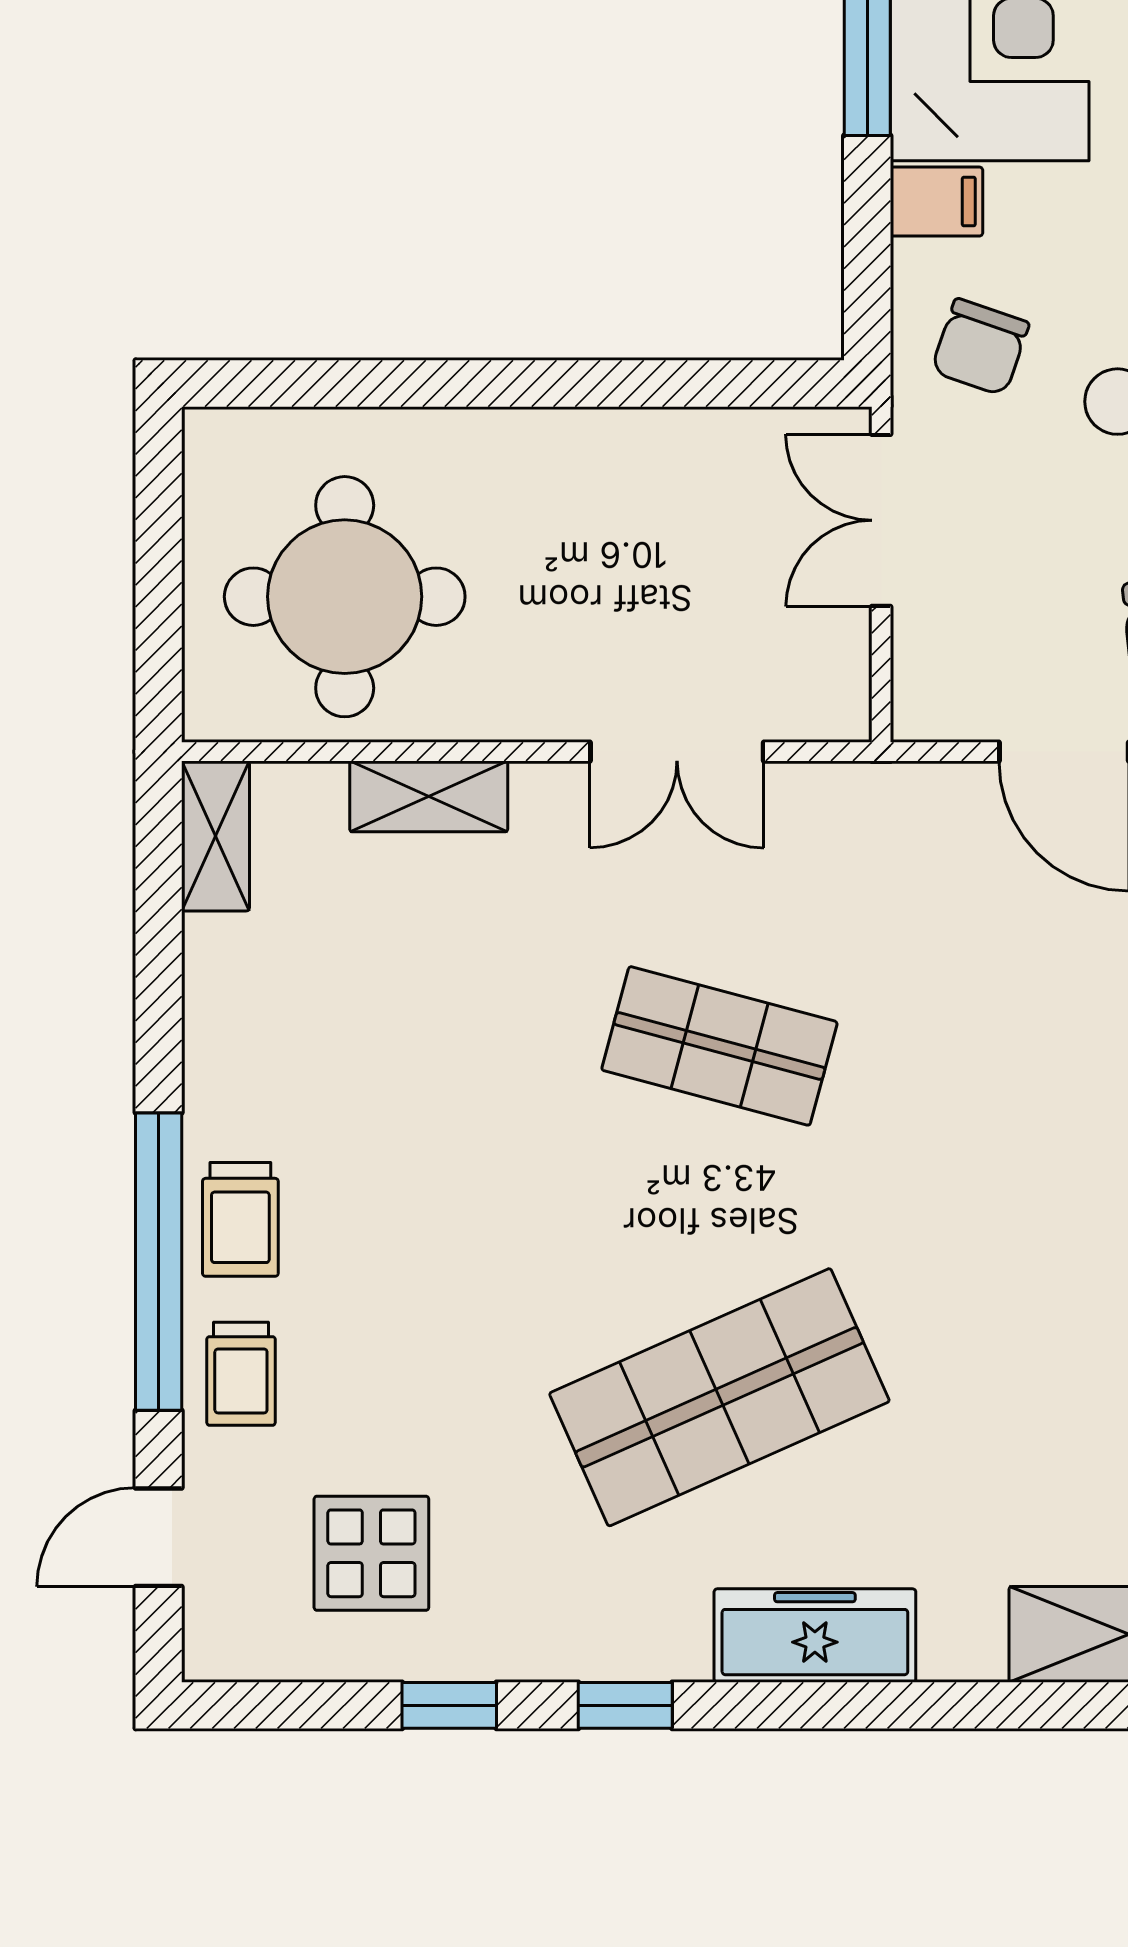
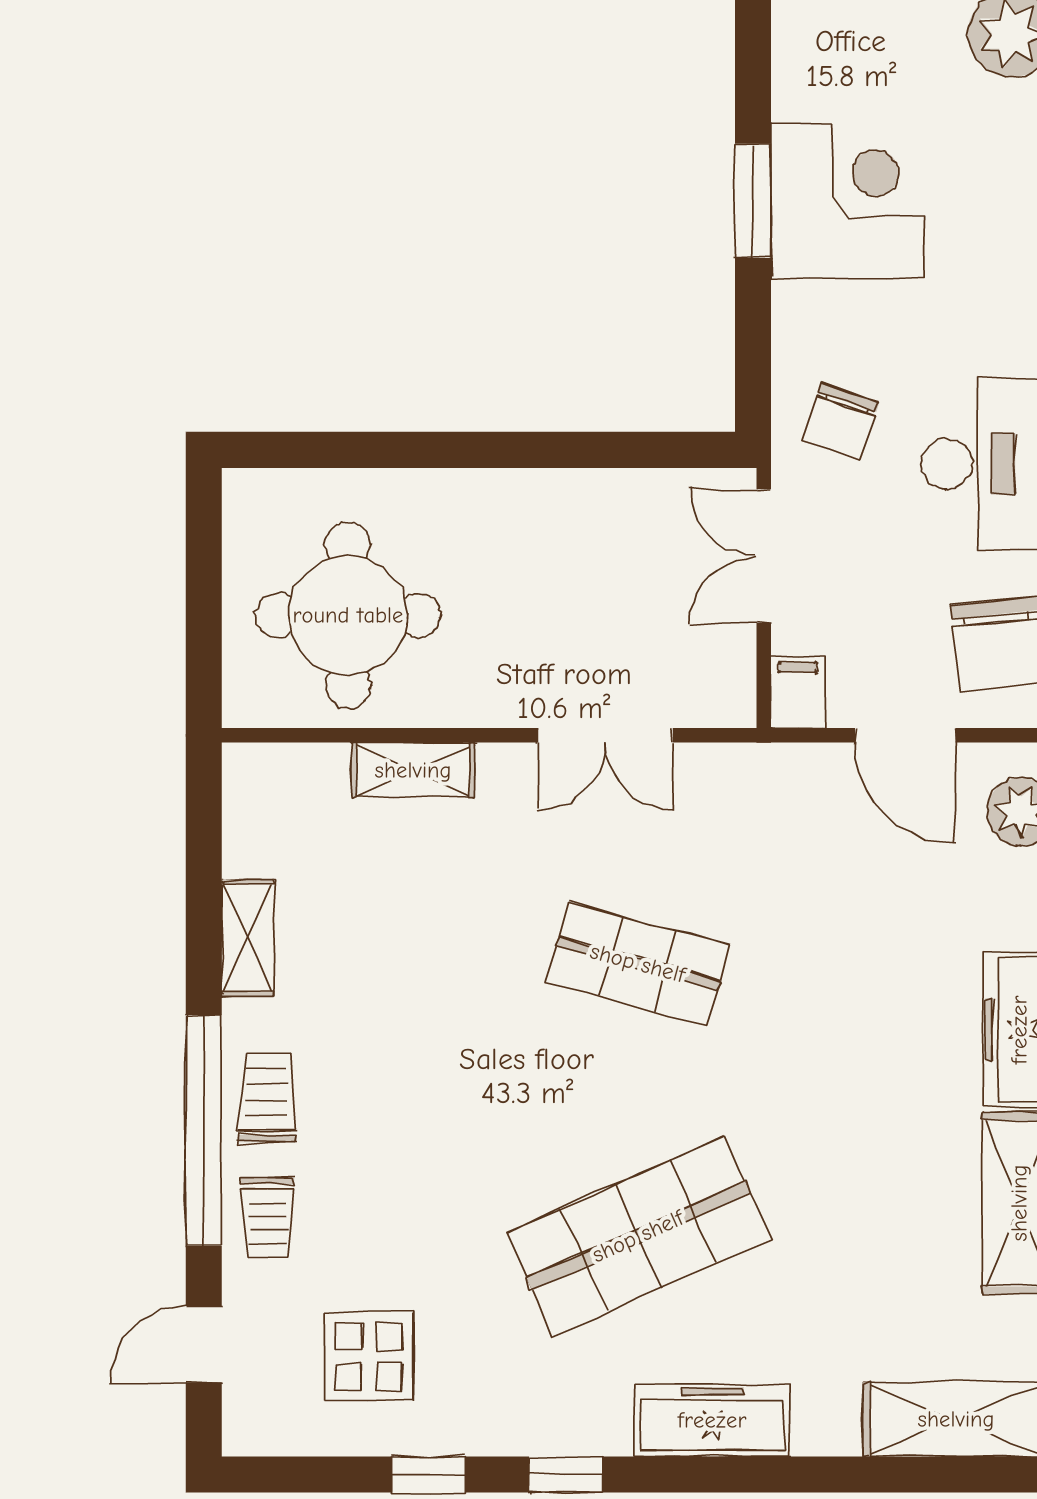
filing cabinet: (937, 202) -> (798, 692), moved, turned -90
shelving: (216, 836) -> (248, 938), moved
trolley: (240, 1219) -> (267, 1098), turned 180

